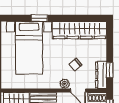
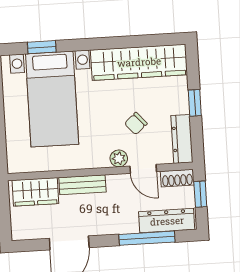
window: (39, 18) -> (42, 47), moved
window: (110, 70) -> (195, 103), moved

